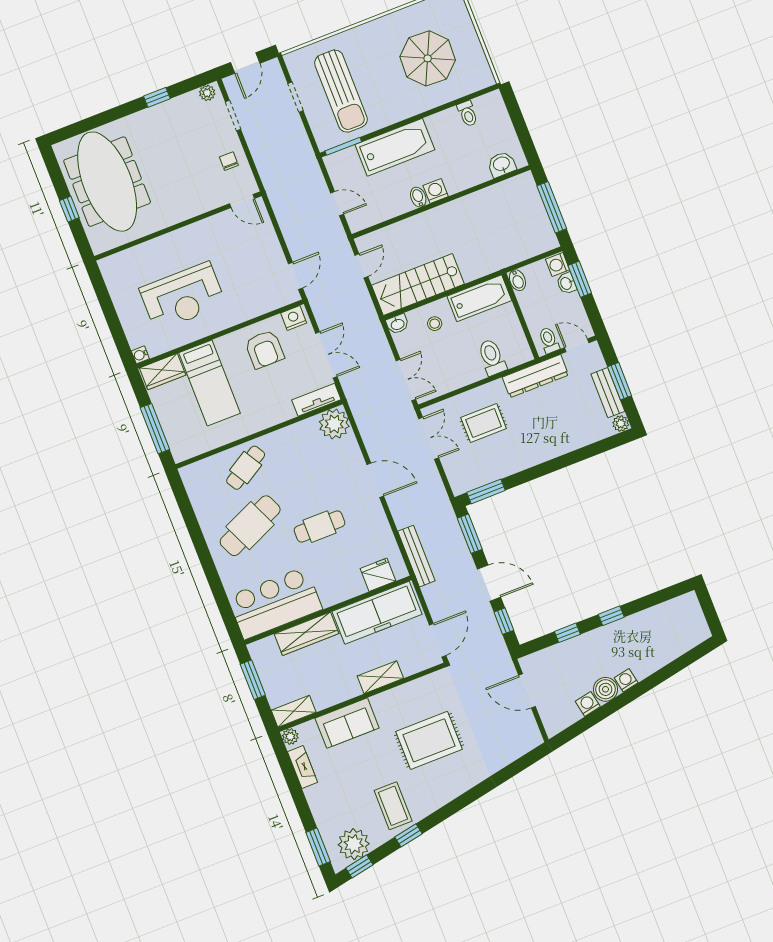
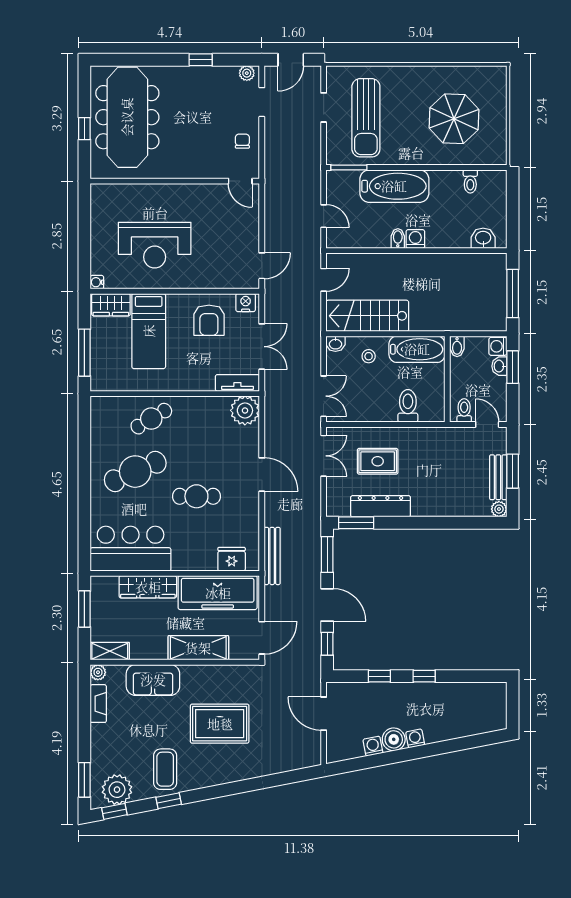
dresser: (535, 376) -> (381, 506), moved, turned 180
shelving: (380, 677) -> (198, 648), width x1.50, depth x1.33

